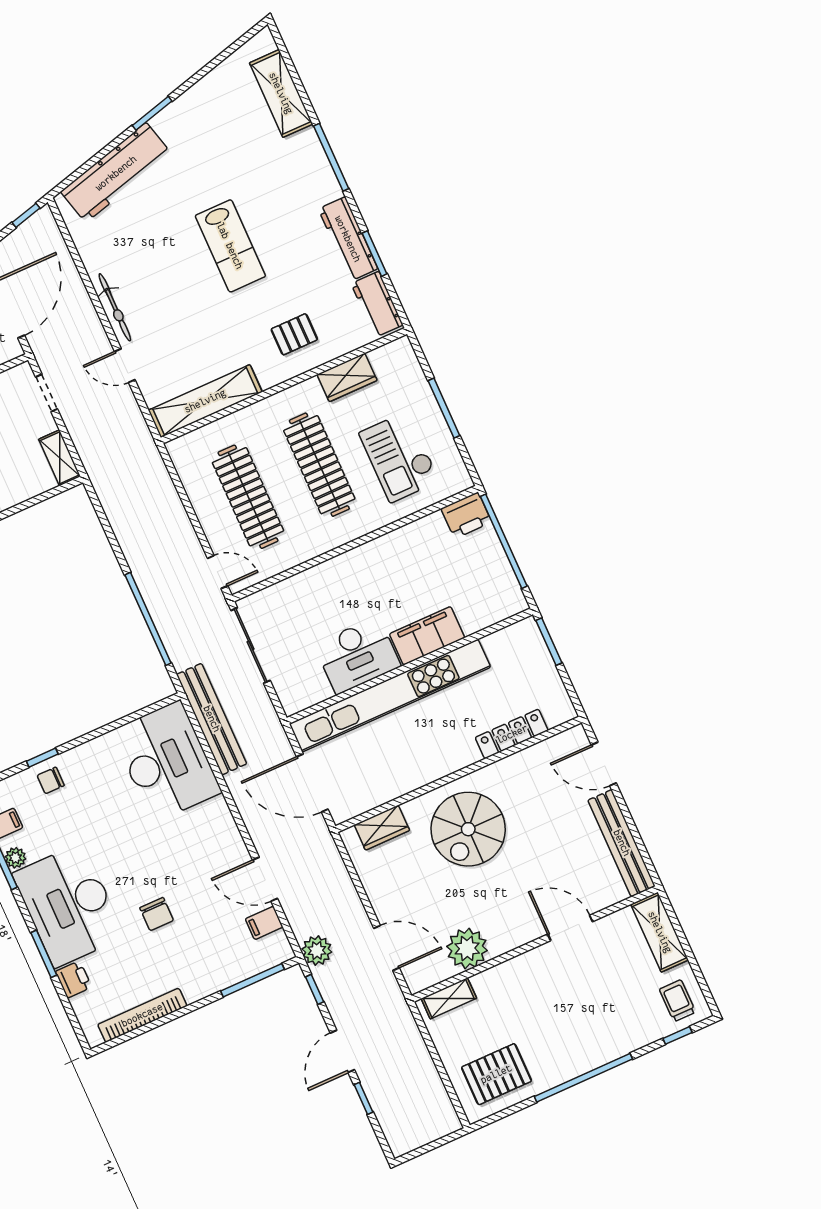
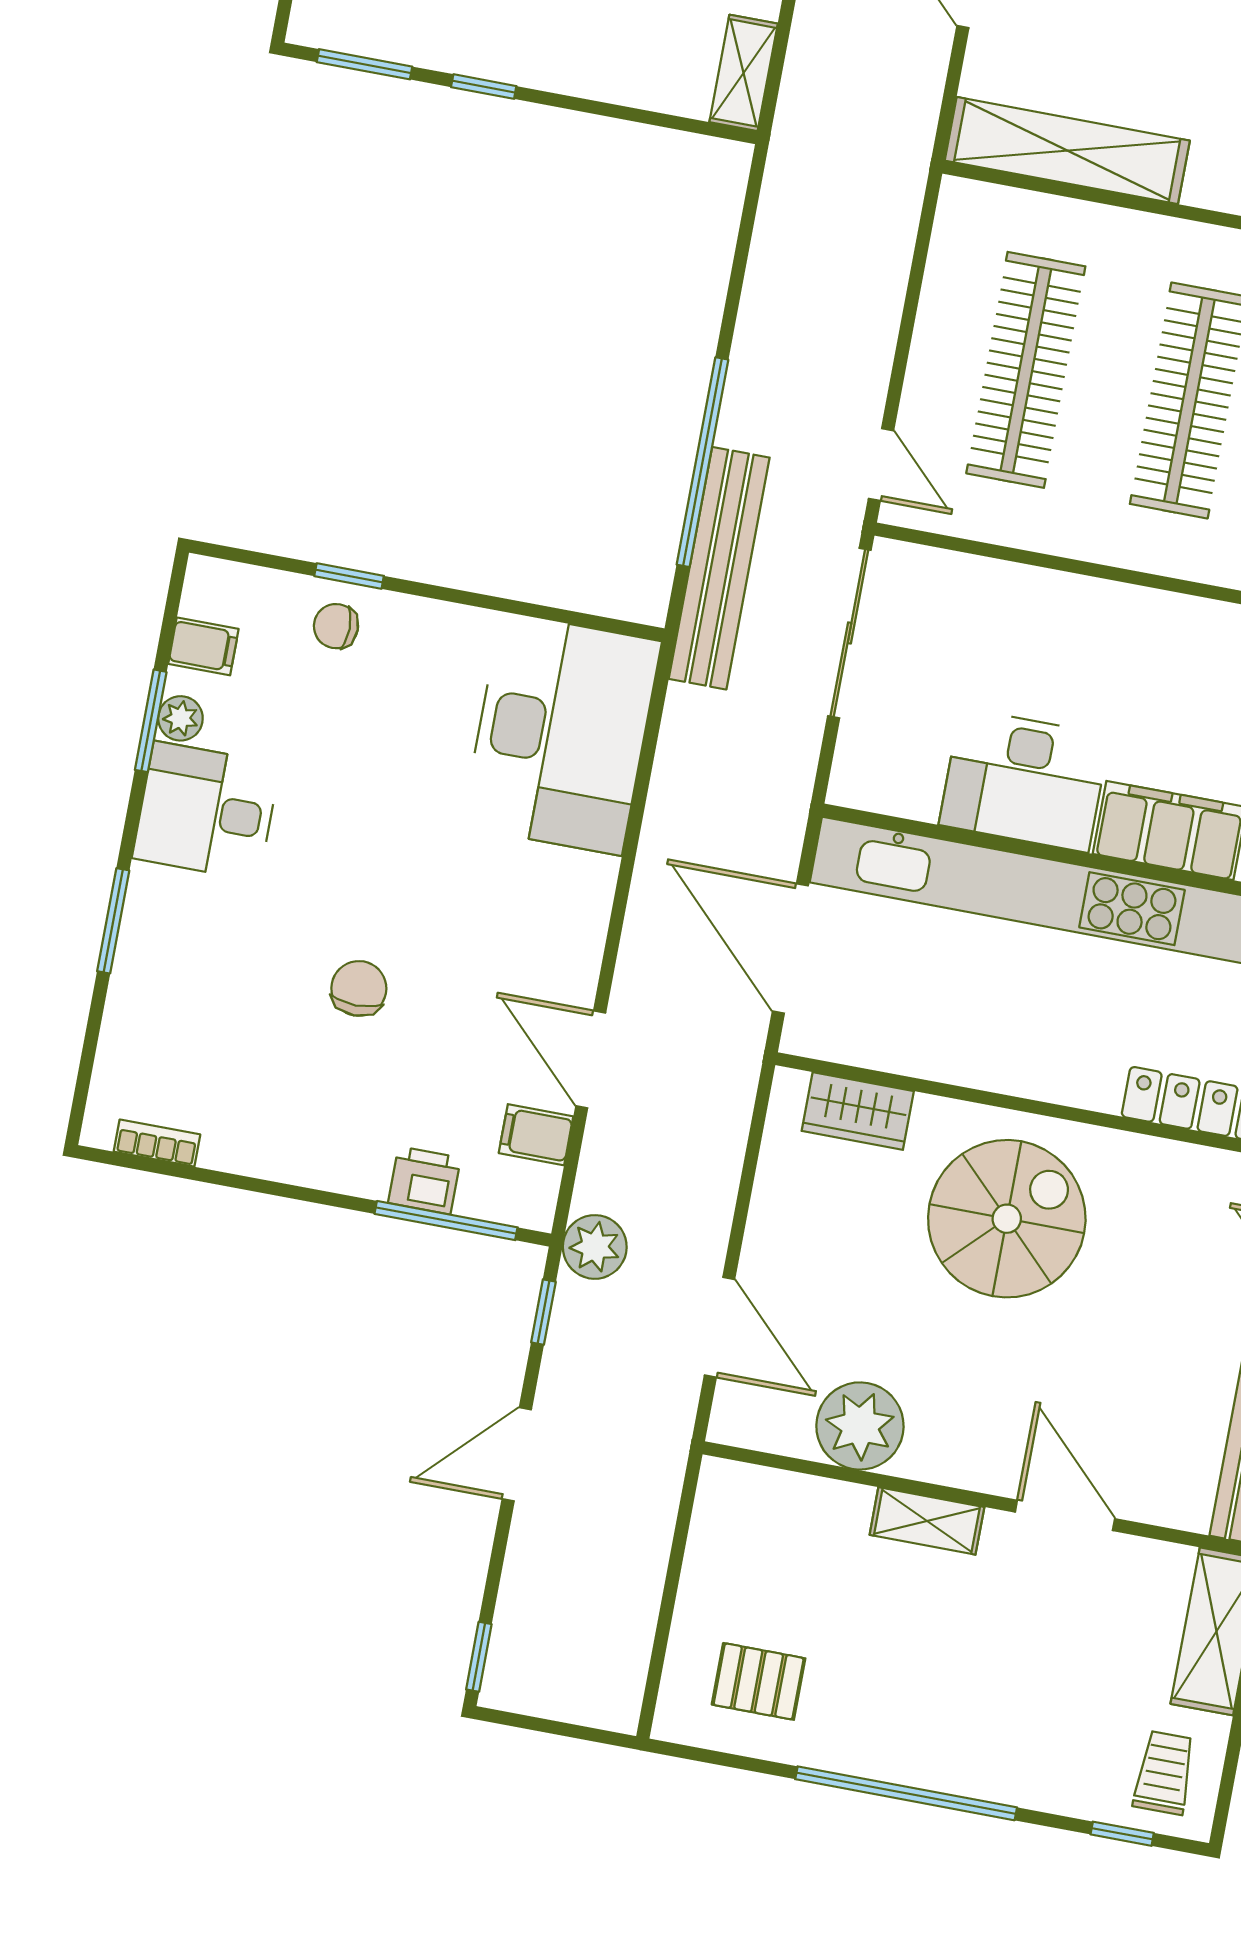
bench: (212, 719) -> (719, 568), moved
spiral stairs: (468, 829) -> (1007, 1219), turned 180
desk: (69, 905) -> (206, 811), width x0.53, depth x0.77
chair: (157, 914) -> (359, 988), turned 180
printer: (74, 979) -> (424, 1180), moved, turned -90
shelving: (449, 998) -> (927, 1521), moved
bookcase: (142, 1015) -> (157, 1143), width x0.43, depth x0.76
pallet: (496, 1074) -> (759, 1681), width x0.67, depth x0.71
window: (363, 1098) -> (479, 1657), moved

